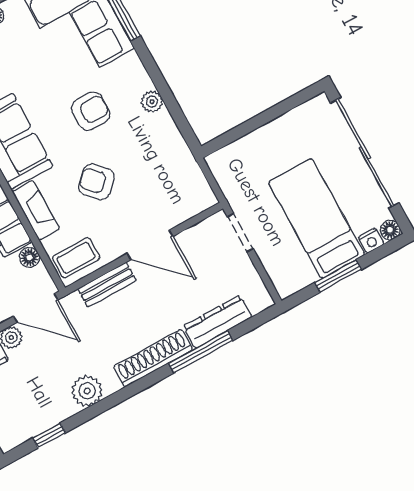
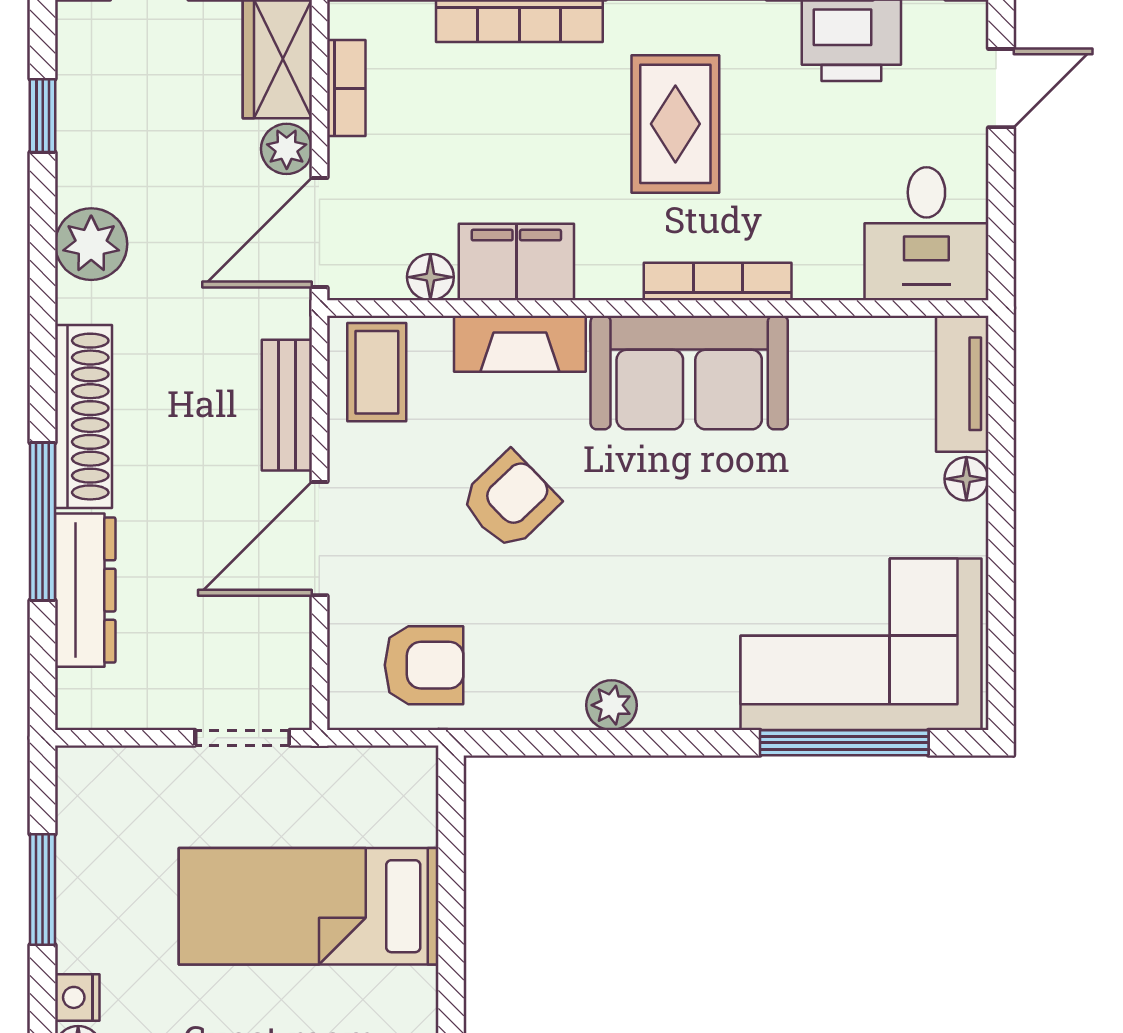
armchair: (91, 111) -> (424, 665), moved, turned -90
bed: (317, 218) -> (309, 906), moved, turned 180

